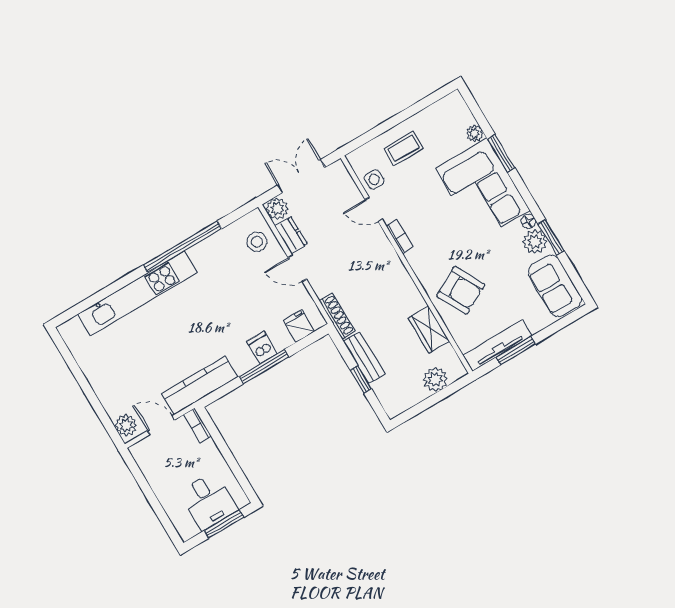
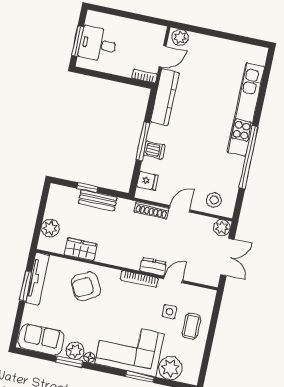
plant: (475, 133) -> (170, 368), width x1.88, depth x1.88
side table: (374, 179) -> (170, 312), moved
dresser: (291, 235) -> (153, 267), moved, turned 180
bookcase: (399, 236) -> (139, 279), width x1.56
shoe rack: (337, 316) -> (152, 210), moved

